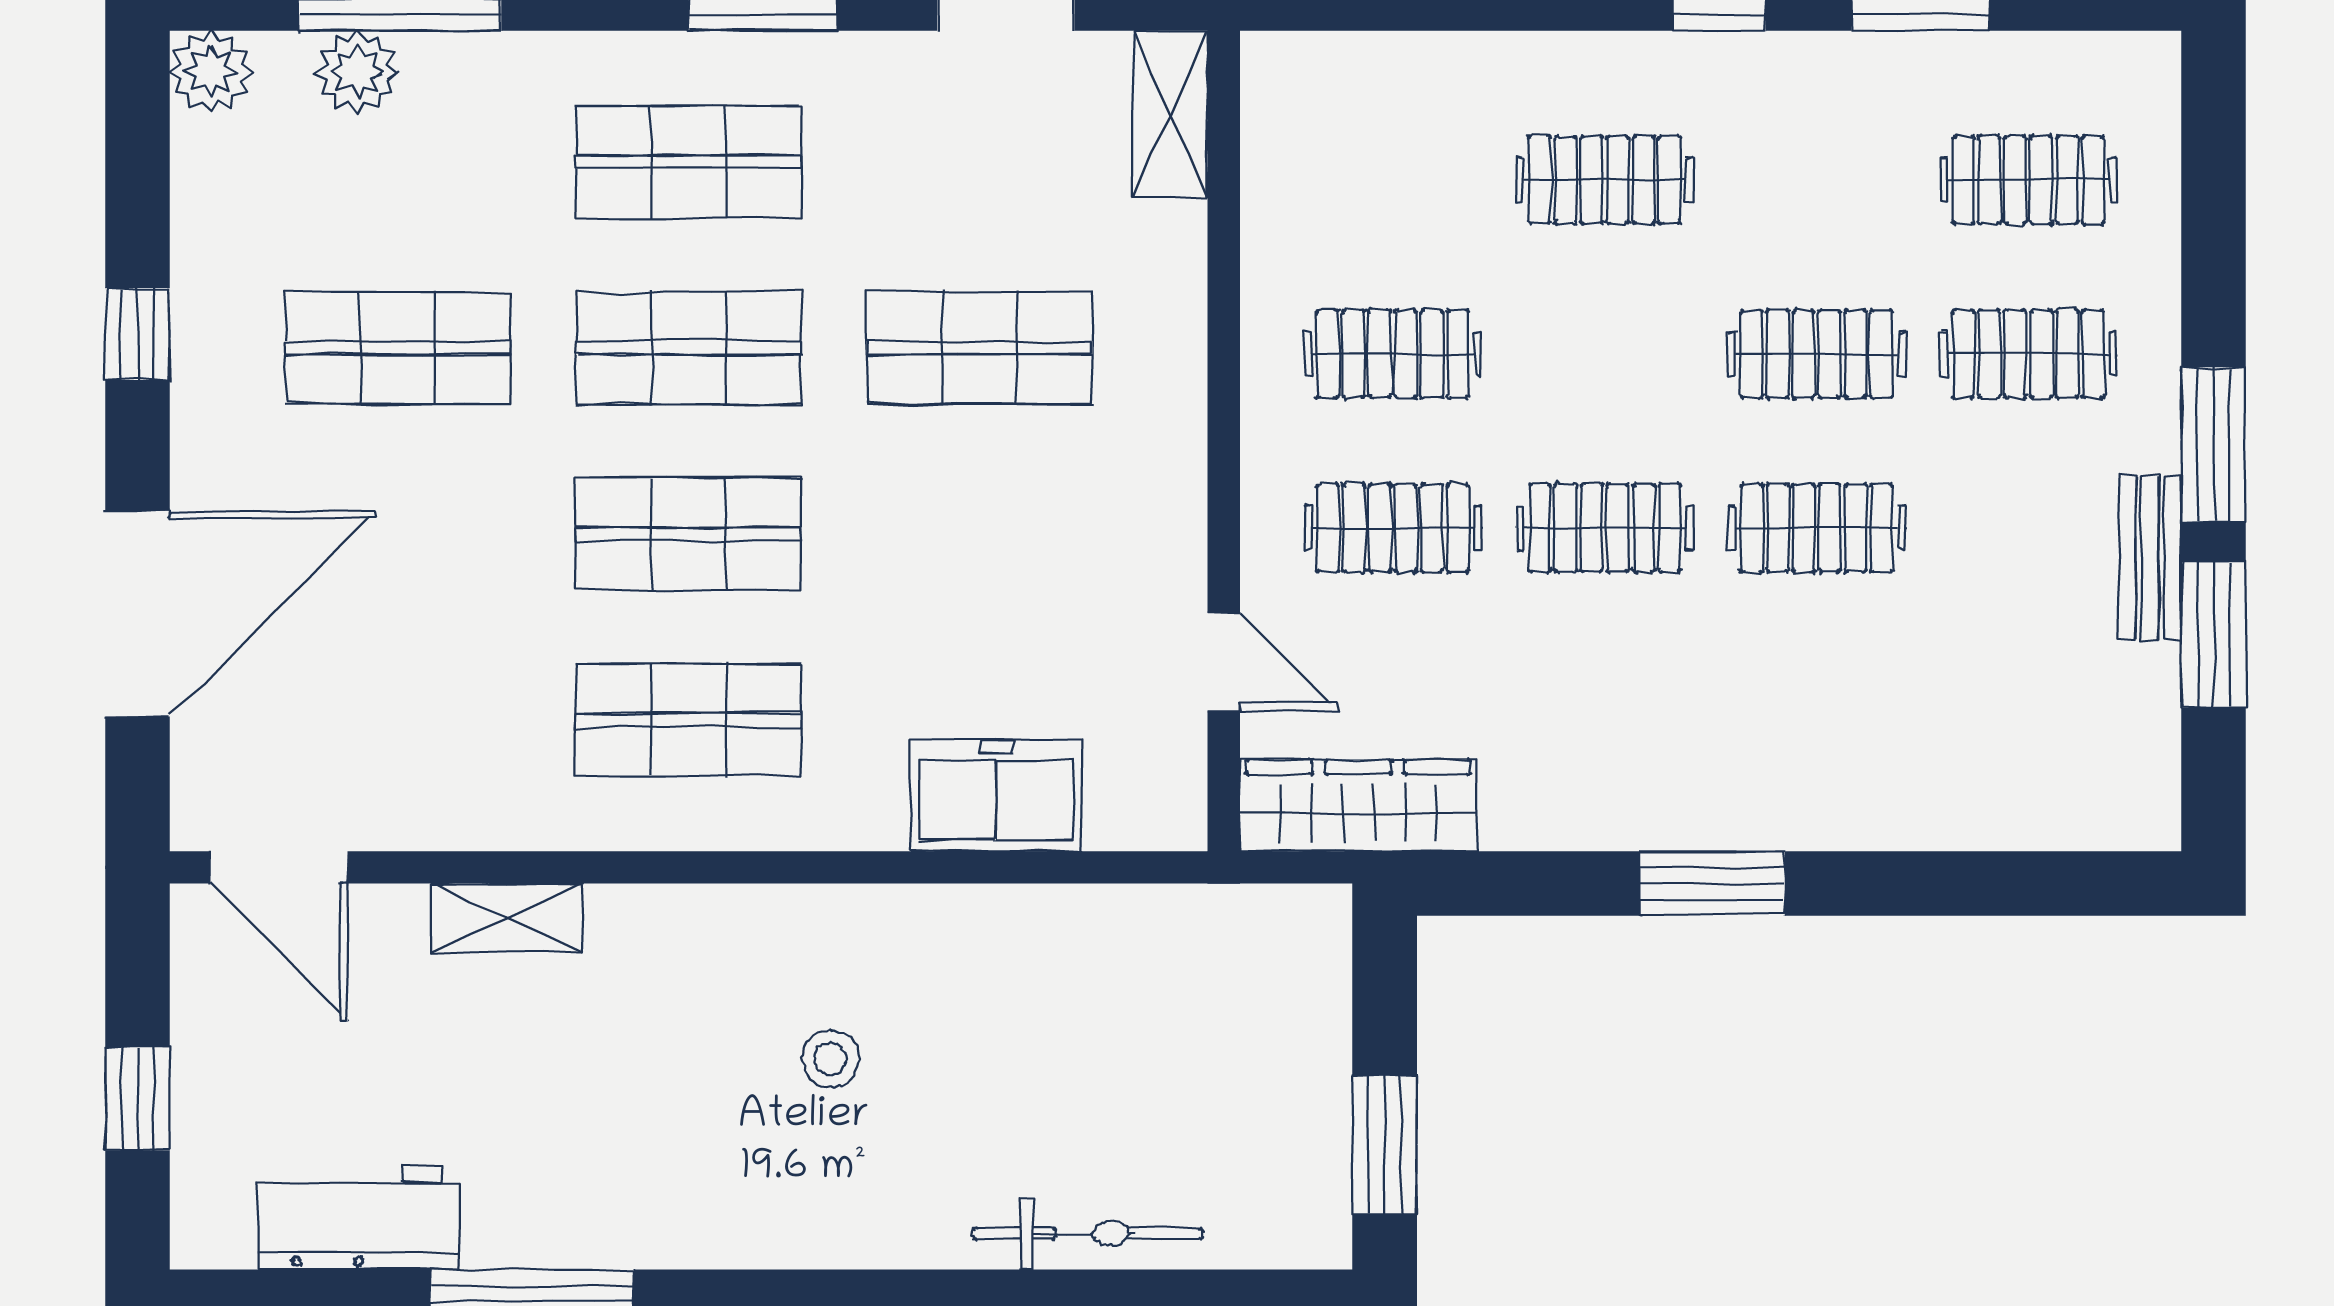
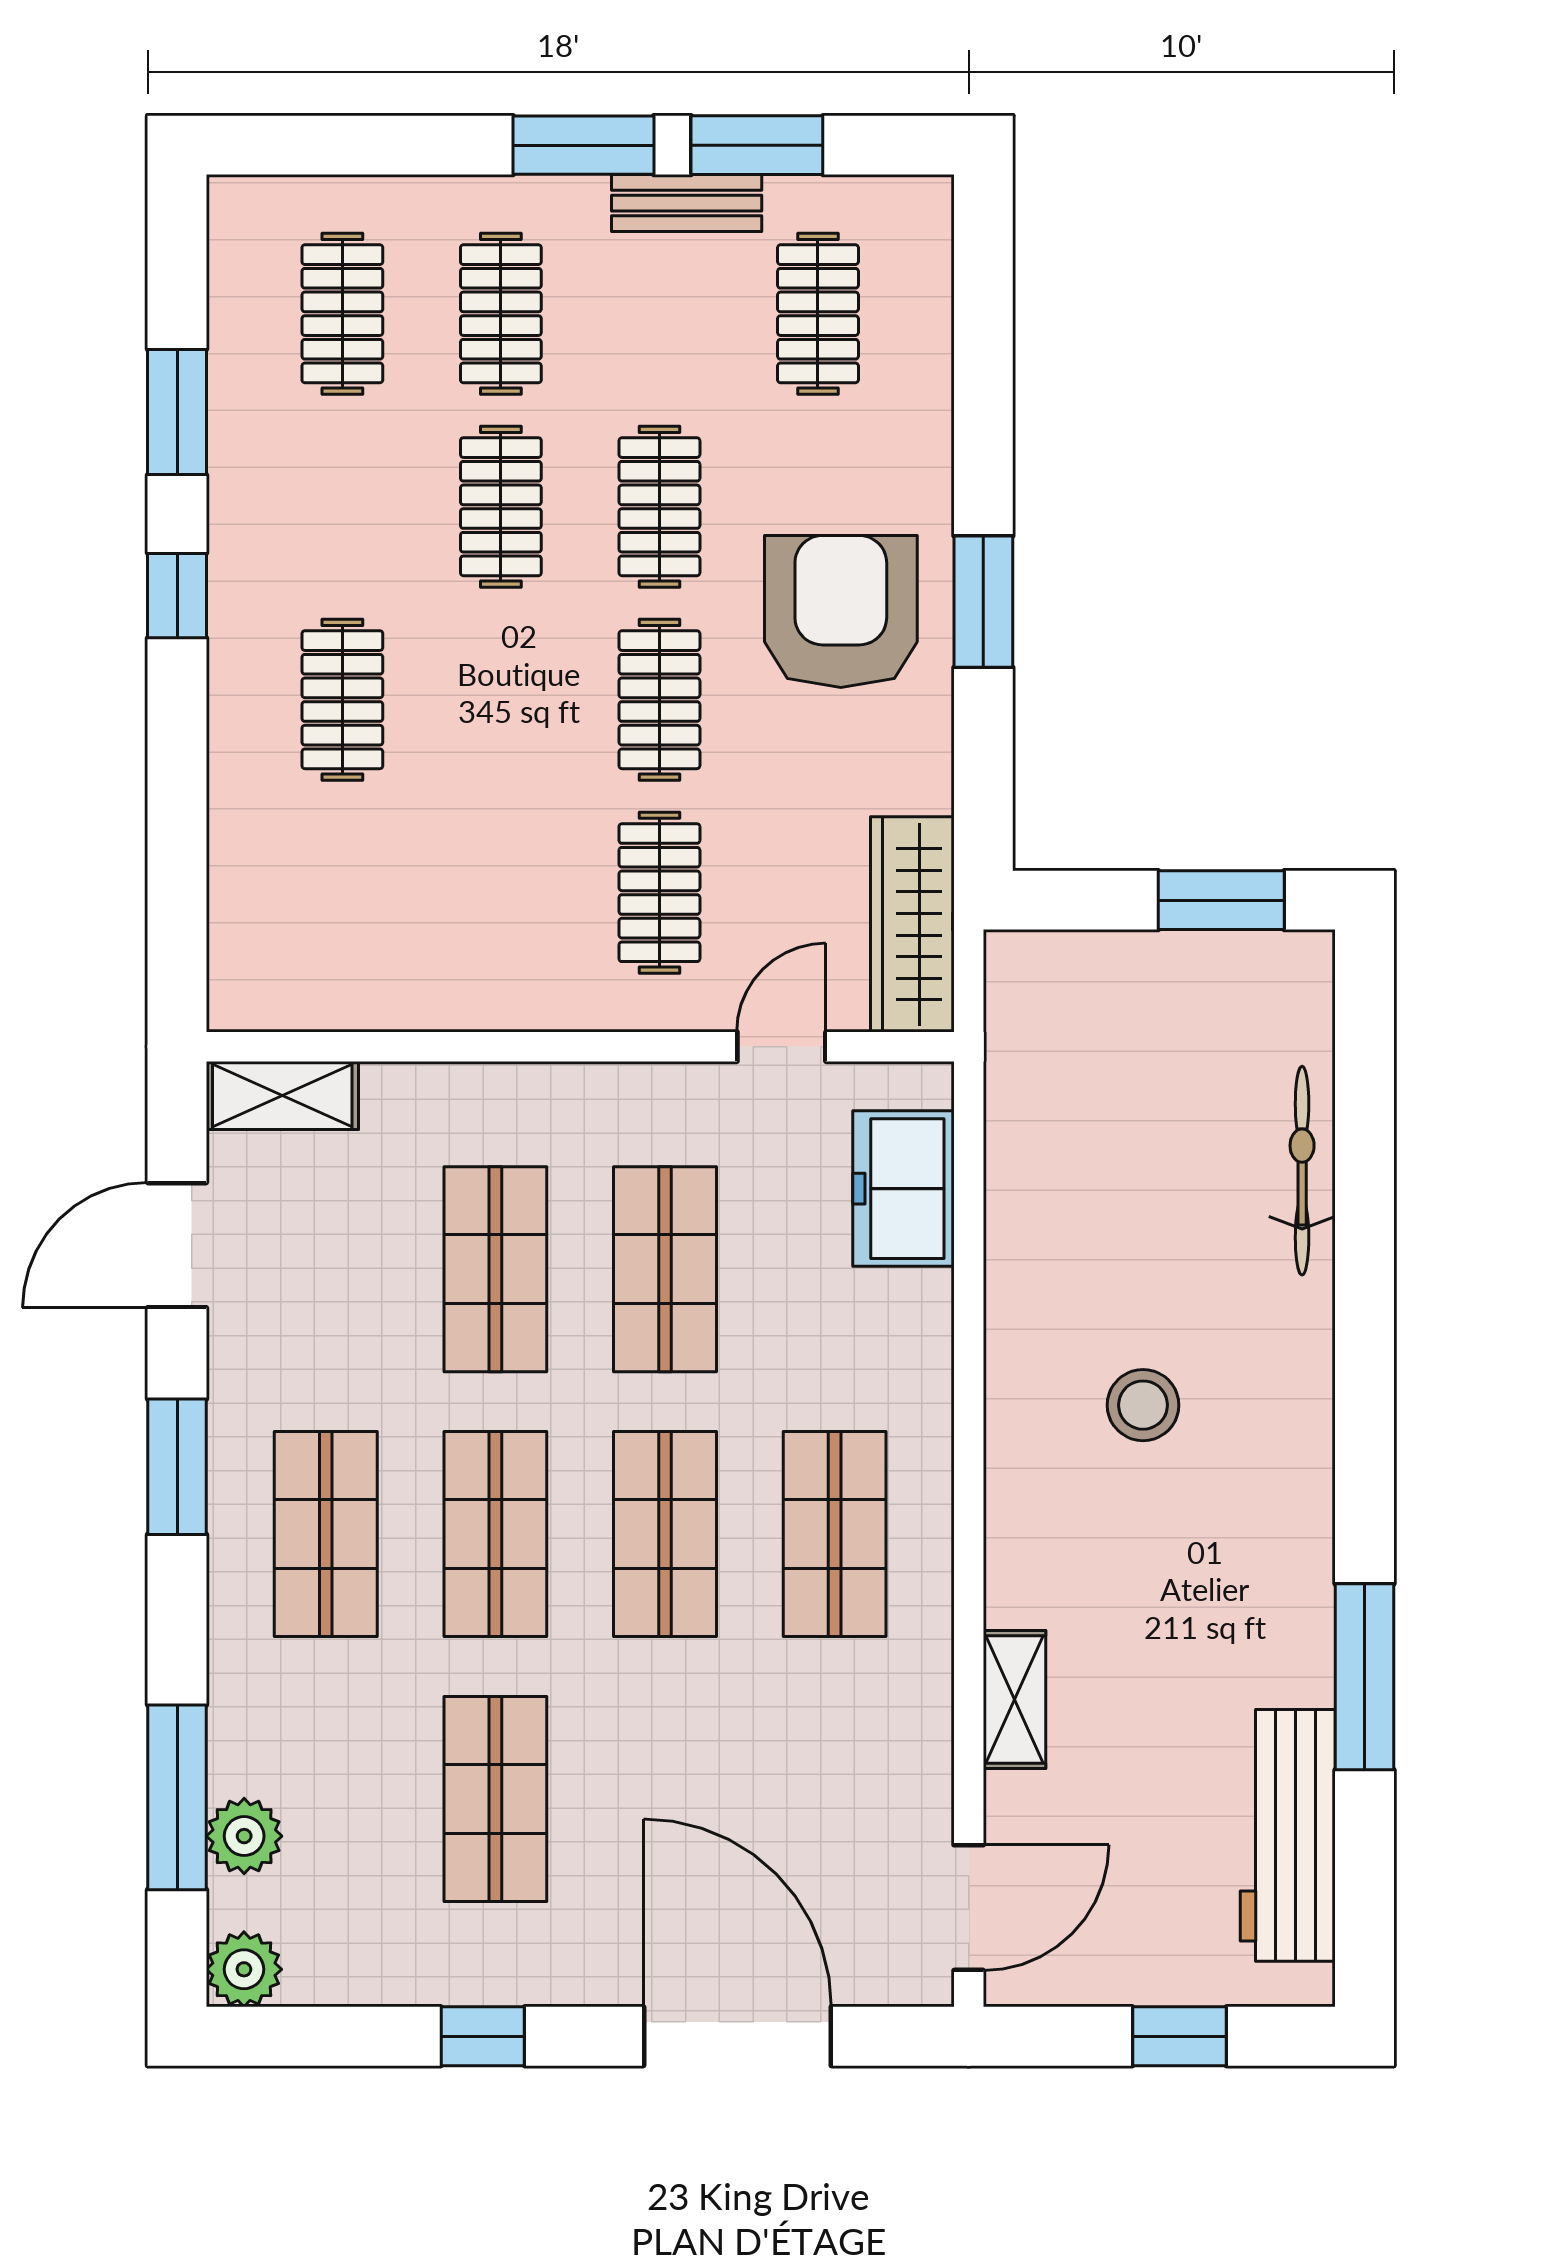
clothes rail: (1393, 354) -> (818, 314), moved
shop shelf: (979, 534) -> (665, 1269), added
armchair: (1701, 727) -> (841, 612), added
freezer: (996, 796) -> (903, 1189), moved
stool: (830, 1059) -> (1143, 1405), width x1.37, depth x1.37
workbench: (358, 1218) -> (1288, 1835), width x1.38

